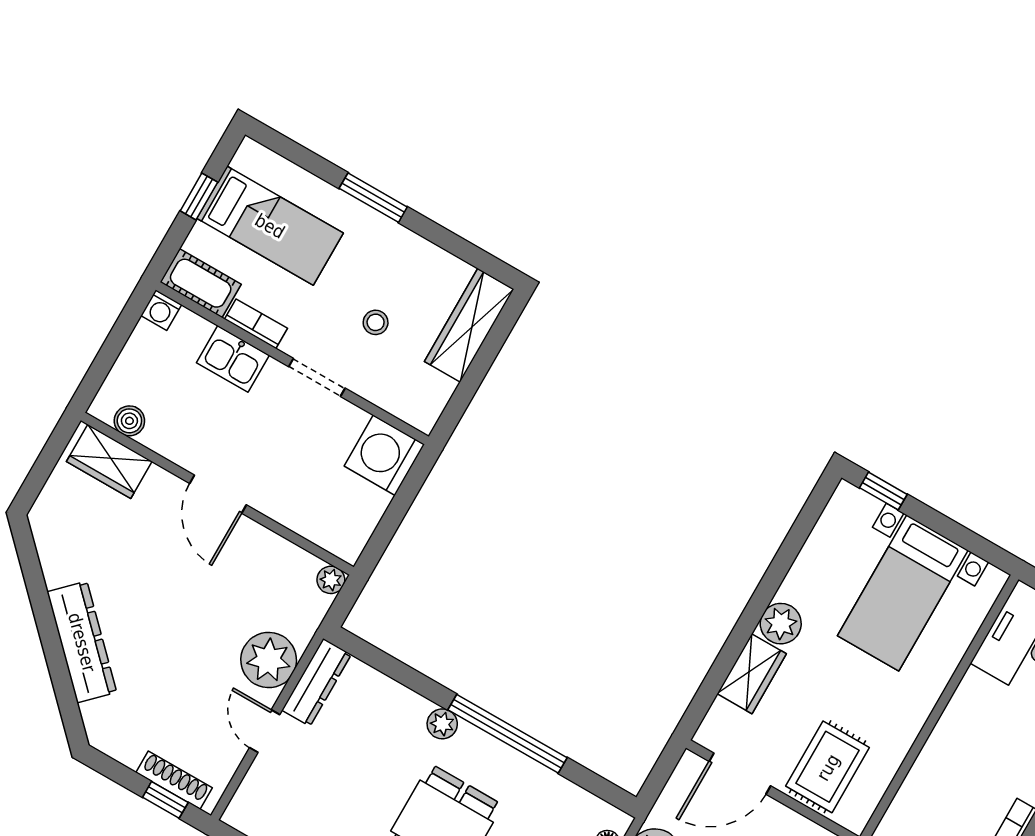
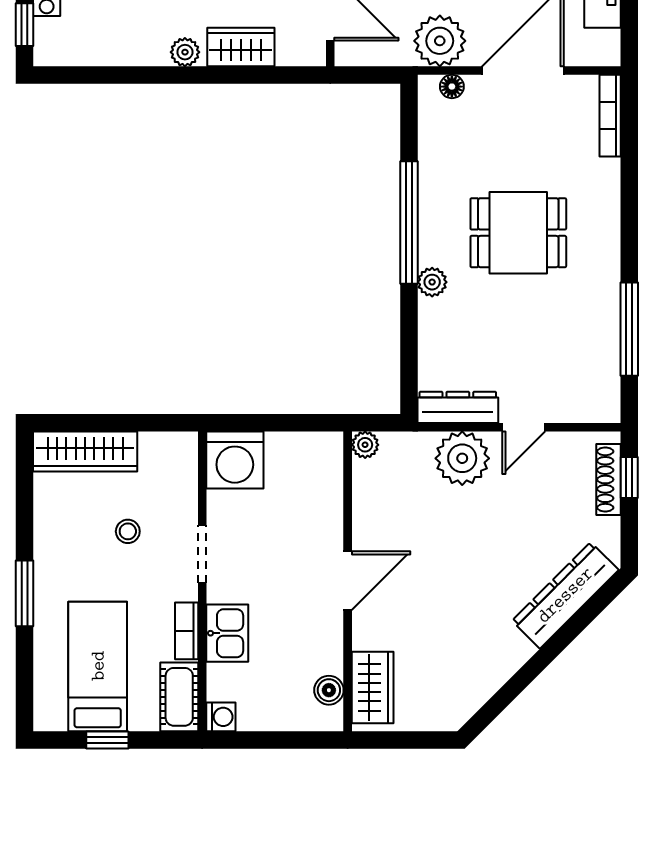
plant: (781, 624) -> (185, 52), width x0.73, depth x0.73
dresser: (82, 642) -> (565, 595), moved

